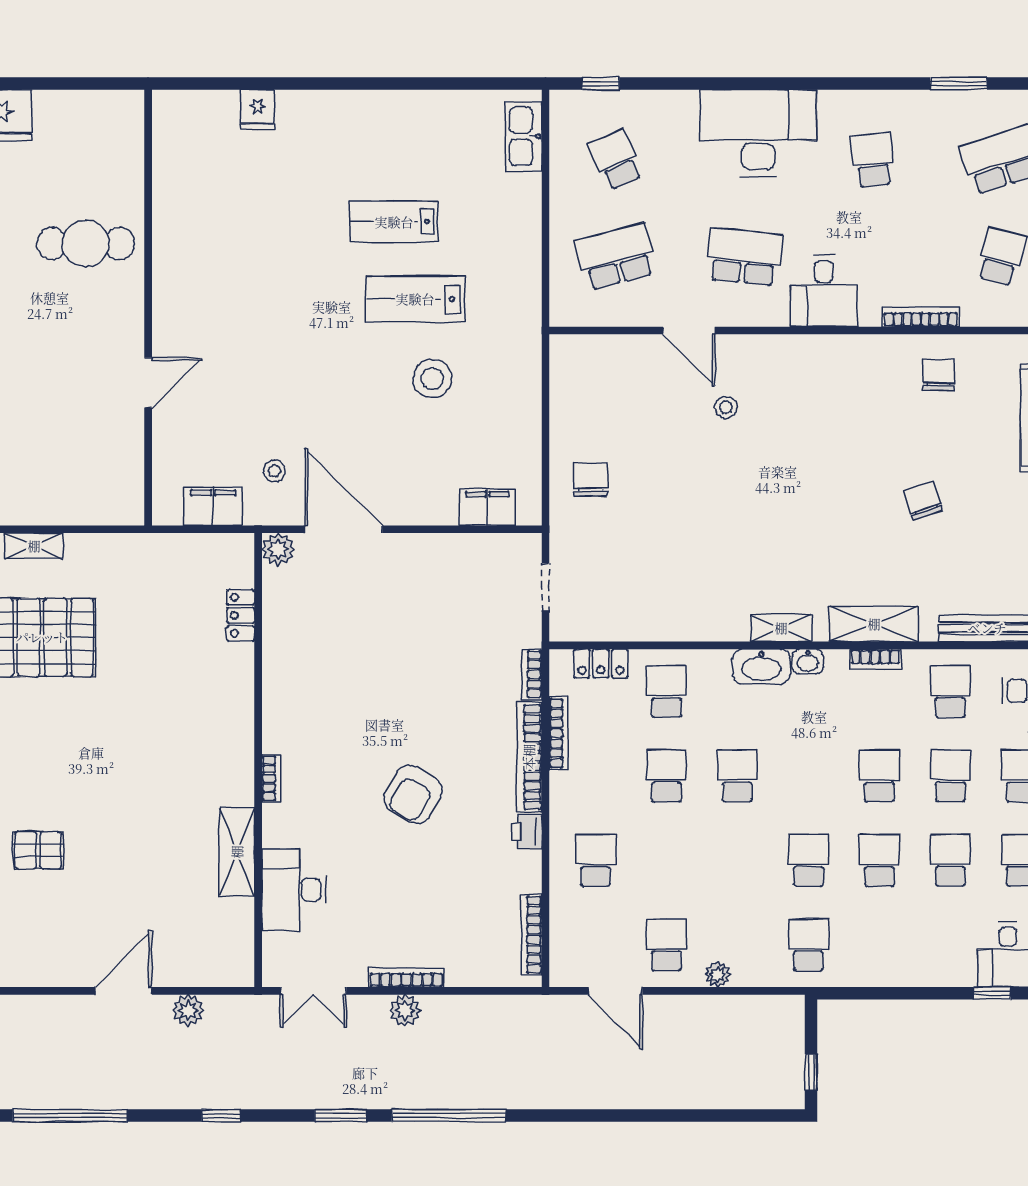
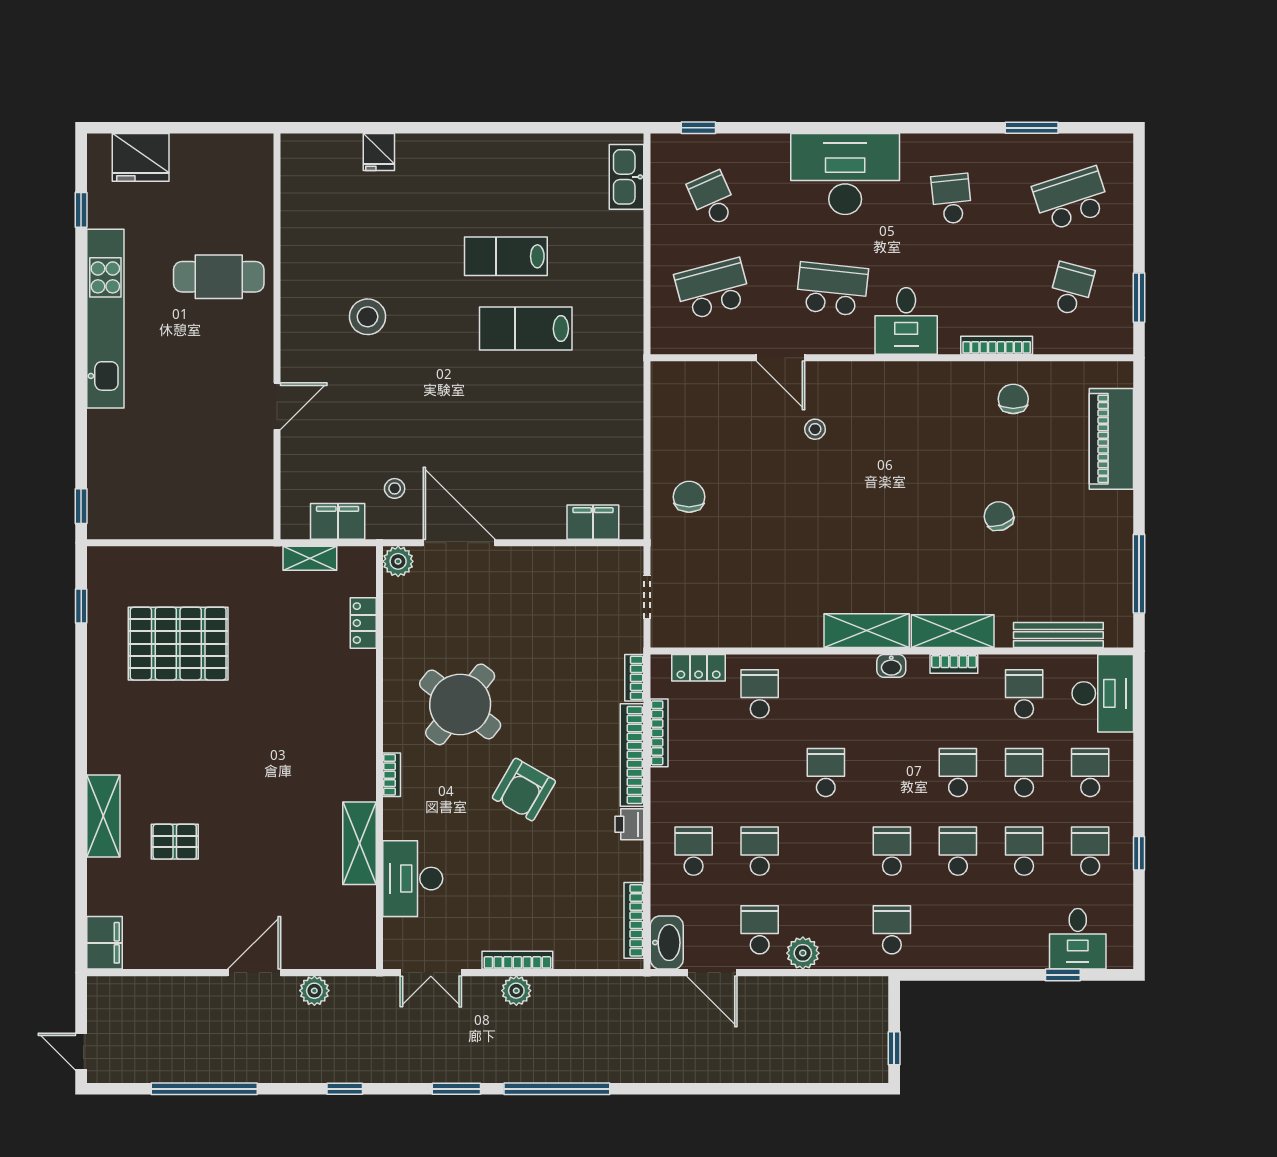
stool: (432, 378) -> (368, 317), moved
shelving: (34, 546) -> (310, 558), moved
shelving: (781, 628) -> (867, 631), width x1.50, depth x1.33
washbasin: (761, 667) -> (667, 943), moved, turned -90
round table: (345, 703) -> (460, 704), added
school desk: (666, 776) -> (760, 851), moved
plant: (718, 975) -> (803, 953), width x1.38, depth x1.38

